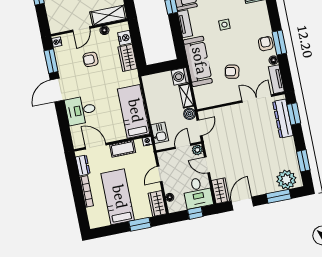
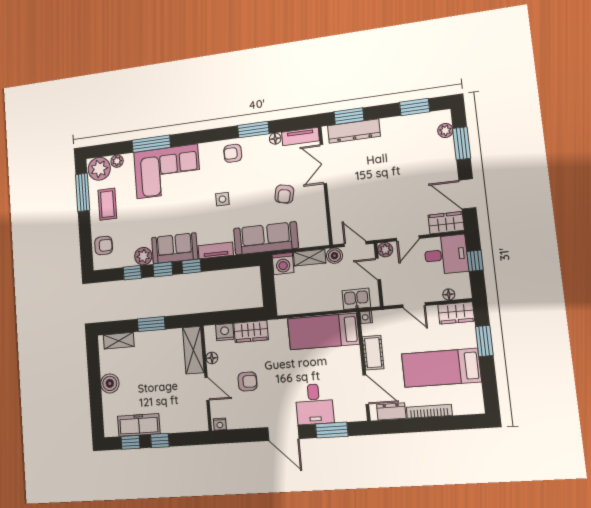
armchair: (266, 44) -> (233, 153), moved
armchair: (91, 59) -> (248, 381), turned -90
window: (51, 61) -> (332, 430), moved
door: (96, 146) -> (366, 390), swing flipped
plant: (286, 180) -> (445, 130), width x0.53, depth x0.53

